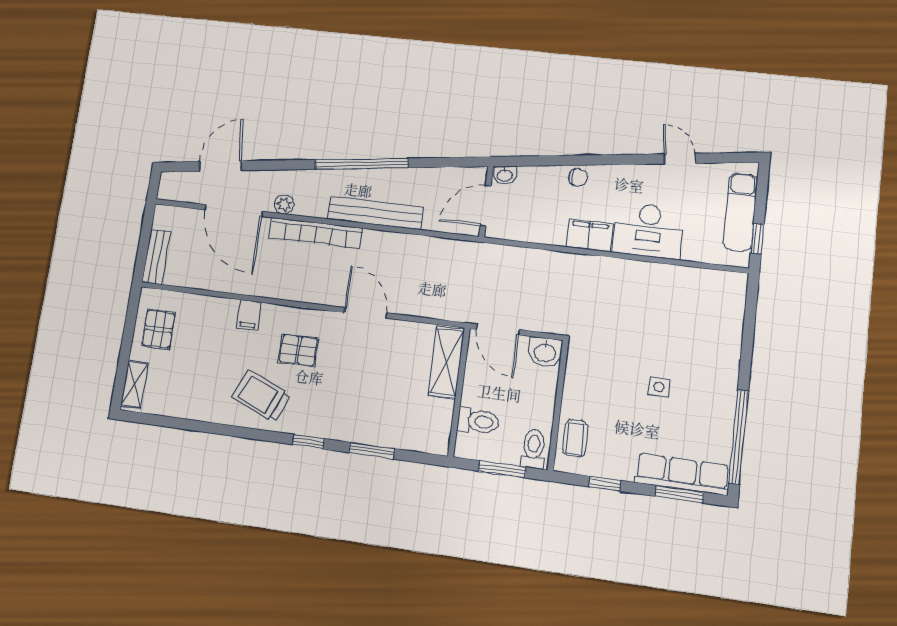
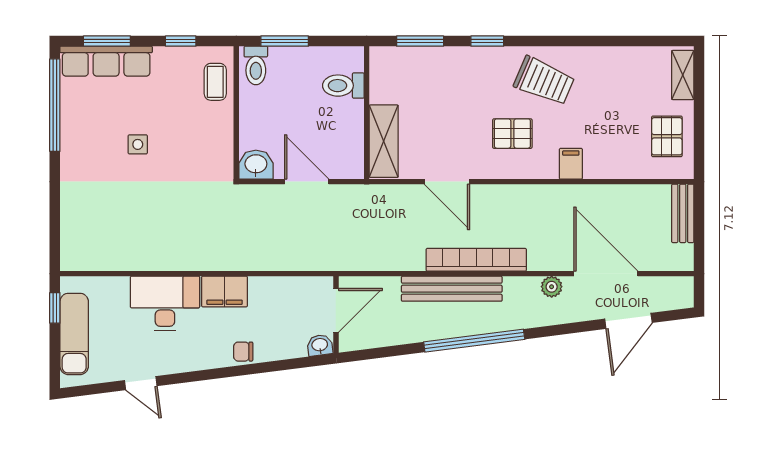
bookcase: (316, 233) -> (476, 260), moved
shelving: (446, 362) -> (384, 141), moved
wall: (459, 392) -> (367, 113), moved
toilet: (478, 421) -> (343, 86), moved

